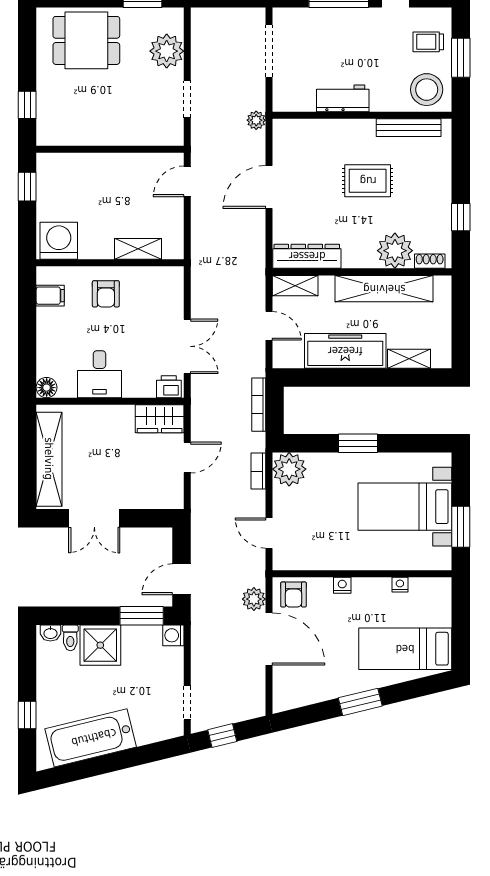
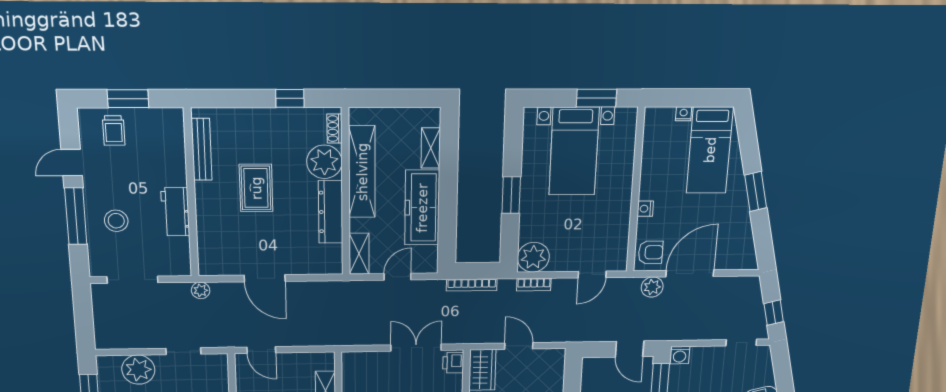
stool: (427, 90) -> (116, 221), moved, width x0.73, depth x0.73
dresser: (307, 256) -> (331, 212), moved
nightstand: (400, 585) -> (684, 114), moved, turned 90

